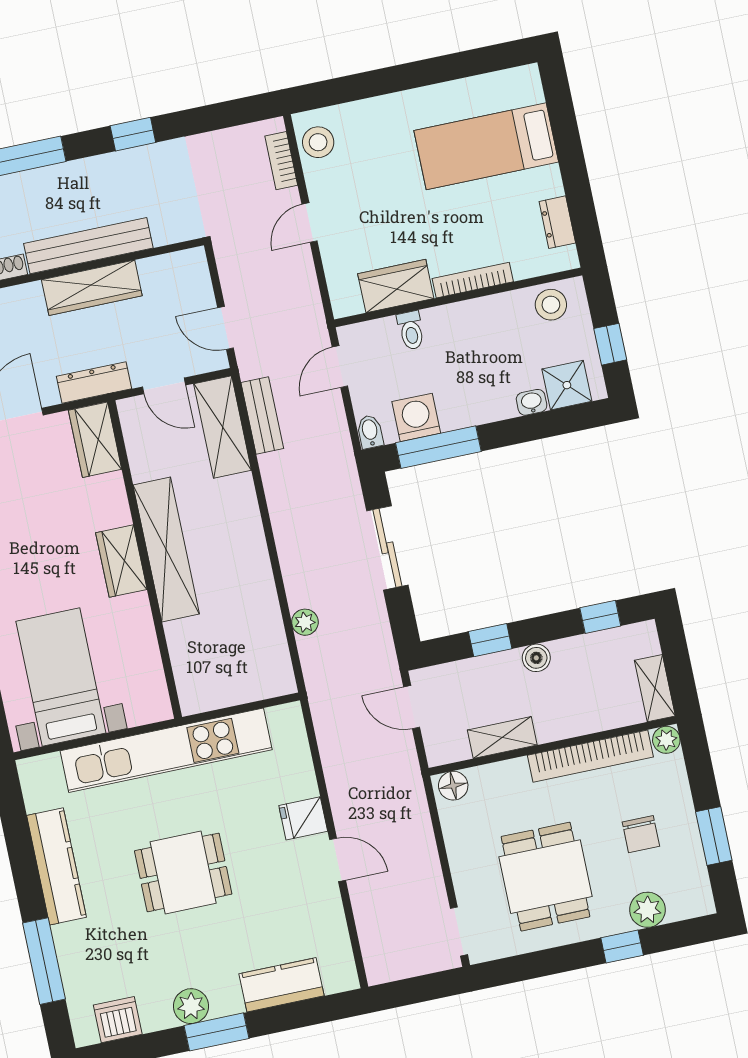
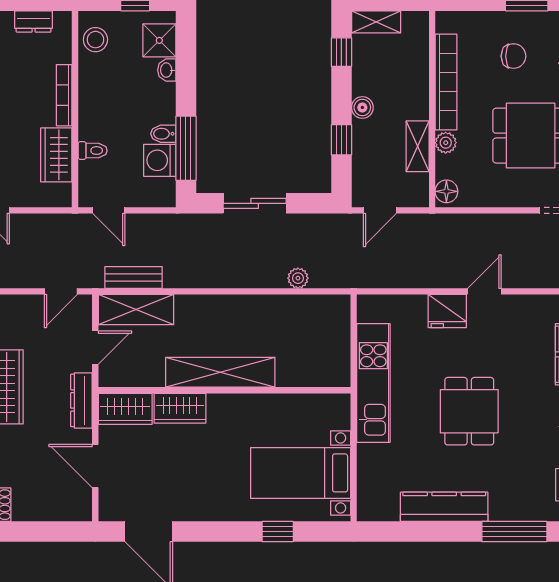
bidet: (370, 432) -> (163, 134), moved
wardrobe: (121, 561) -> (180, 408), moved
shelving: (655, 688) -> (376, 22), moved
plant: (666, 740) -> (446, 143), moved
kitchen unit: (166, 750) -> (373, 383), width x0.73
fridge: (303, 818) -> (447, 311), width x1.38

